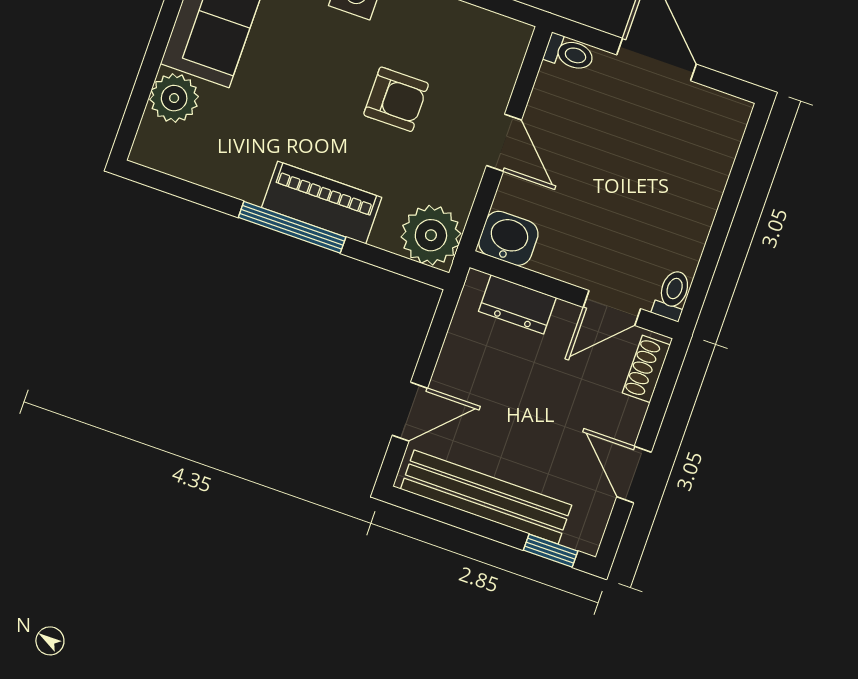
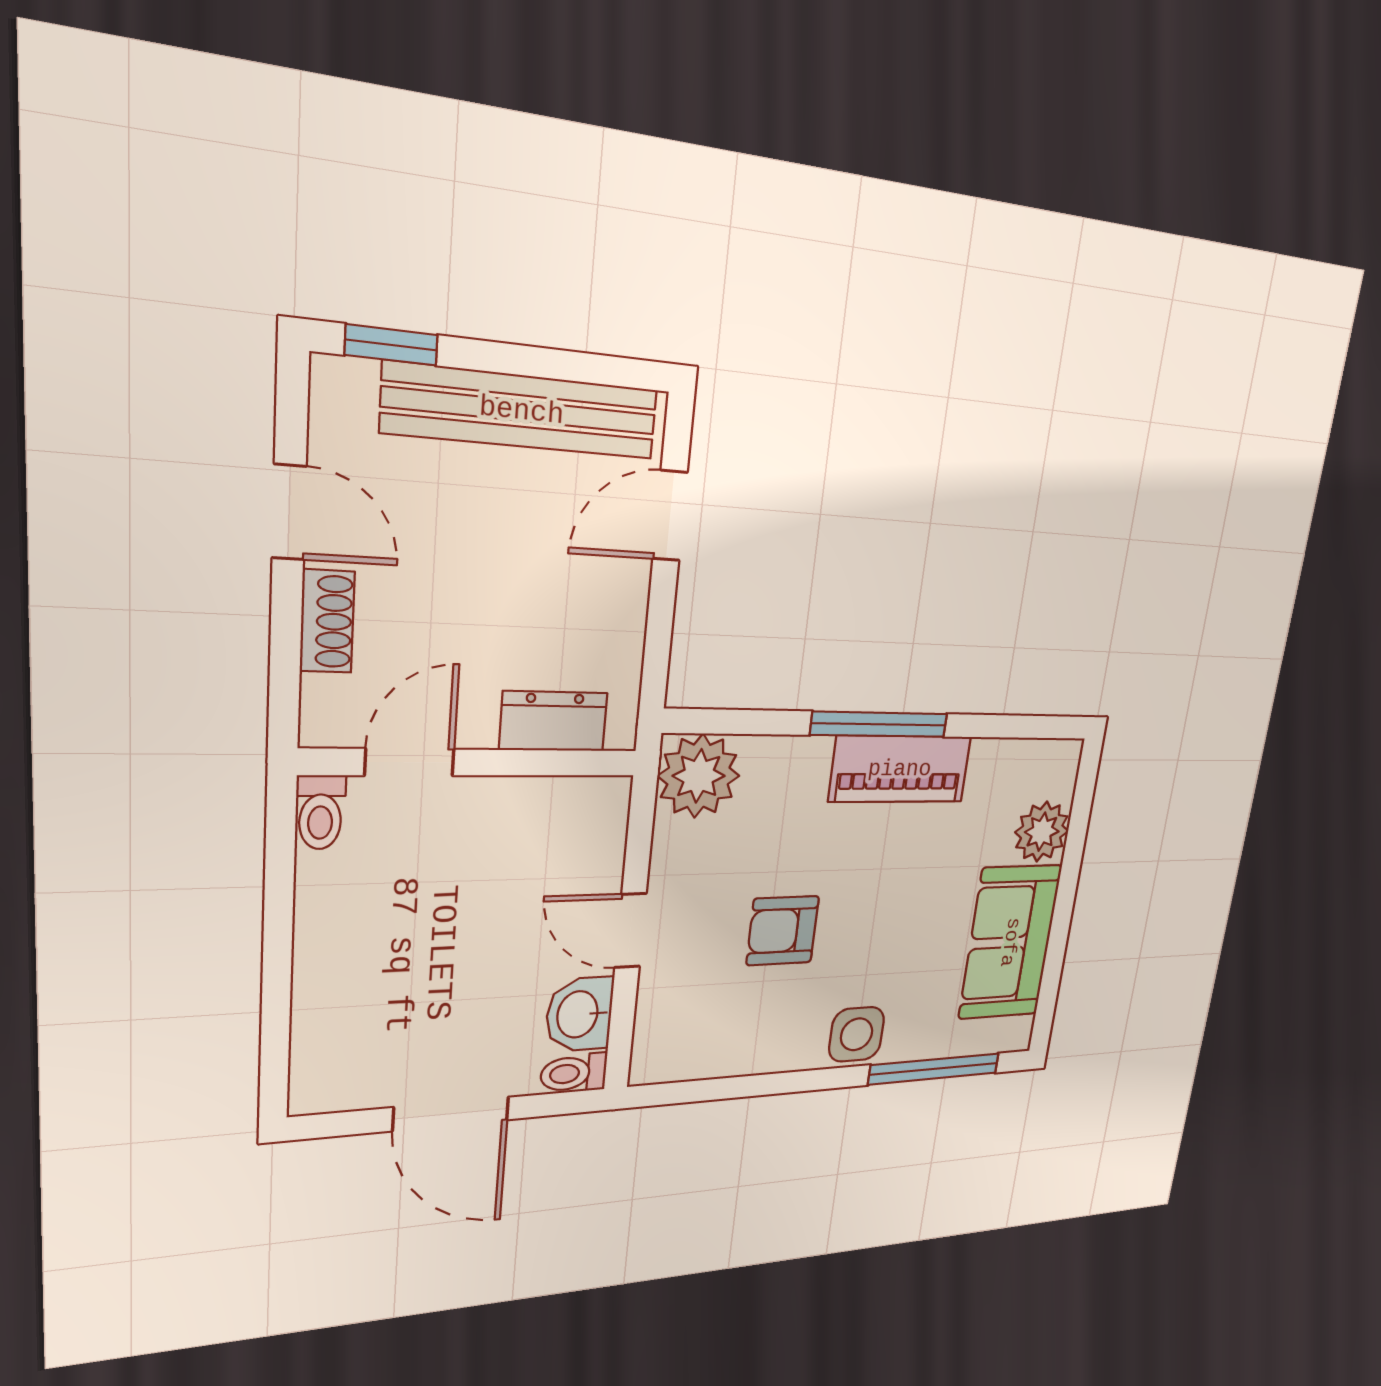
piano: (322, 203) -> (900, 769), moved
washbasin: (508, 238) -> (579, 1014), moved, turned 90
shoe rack: (646, 369) -> (327, 621), moved

